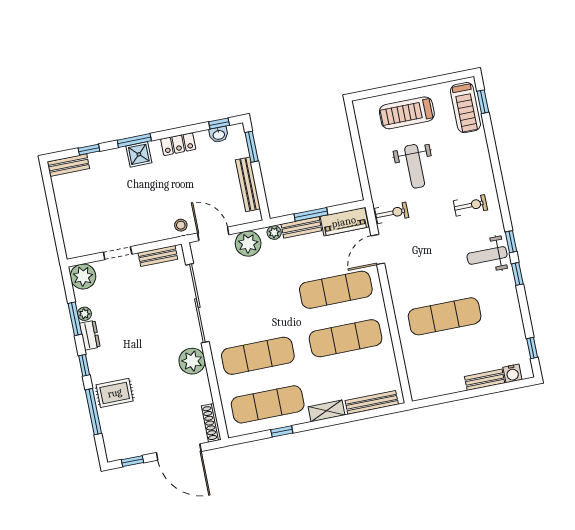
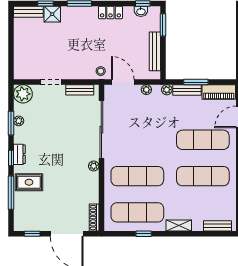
shower: (139, 154) -> (52, 14), moved
plant: (248, 244) -> (146, 90), width x0.53, depth x0.53
dresser: (90, 335) -> (19, 154), moved
plant: (192, 361) -> (94, 166), width x0.53, depth x0.53
bench: (372, 402) -> (217, 226), width x0.73

